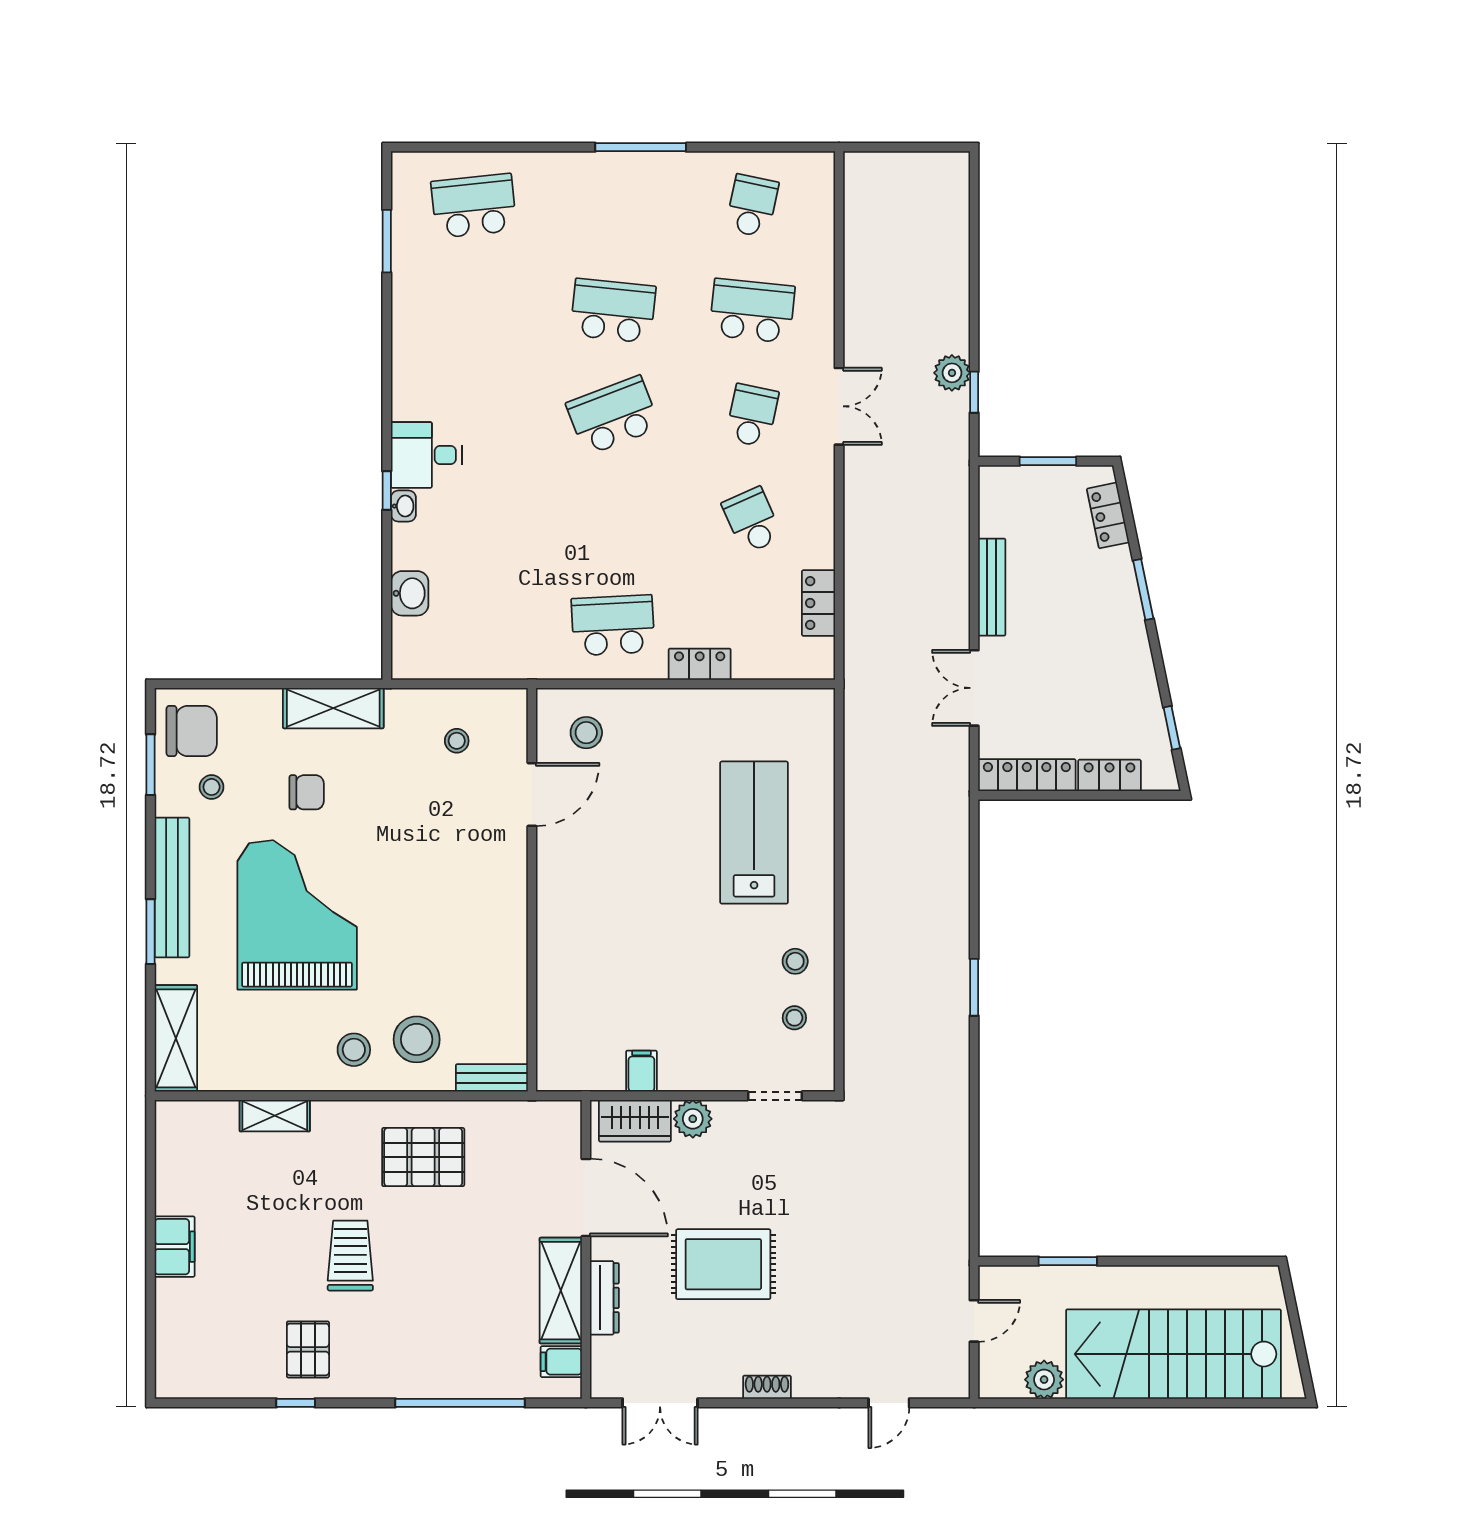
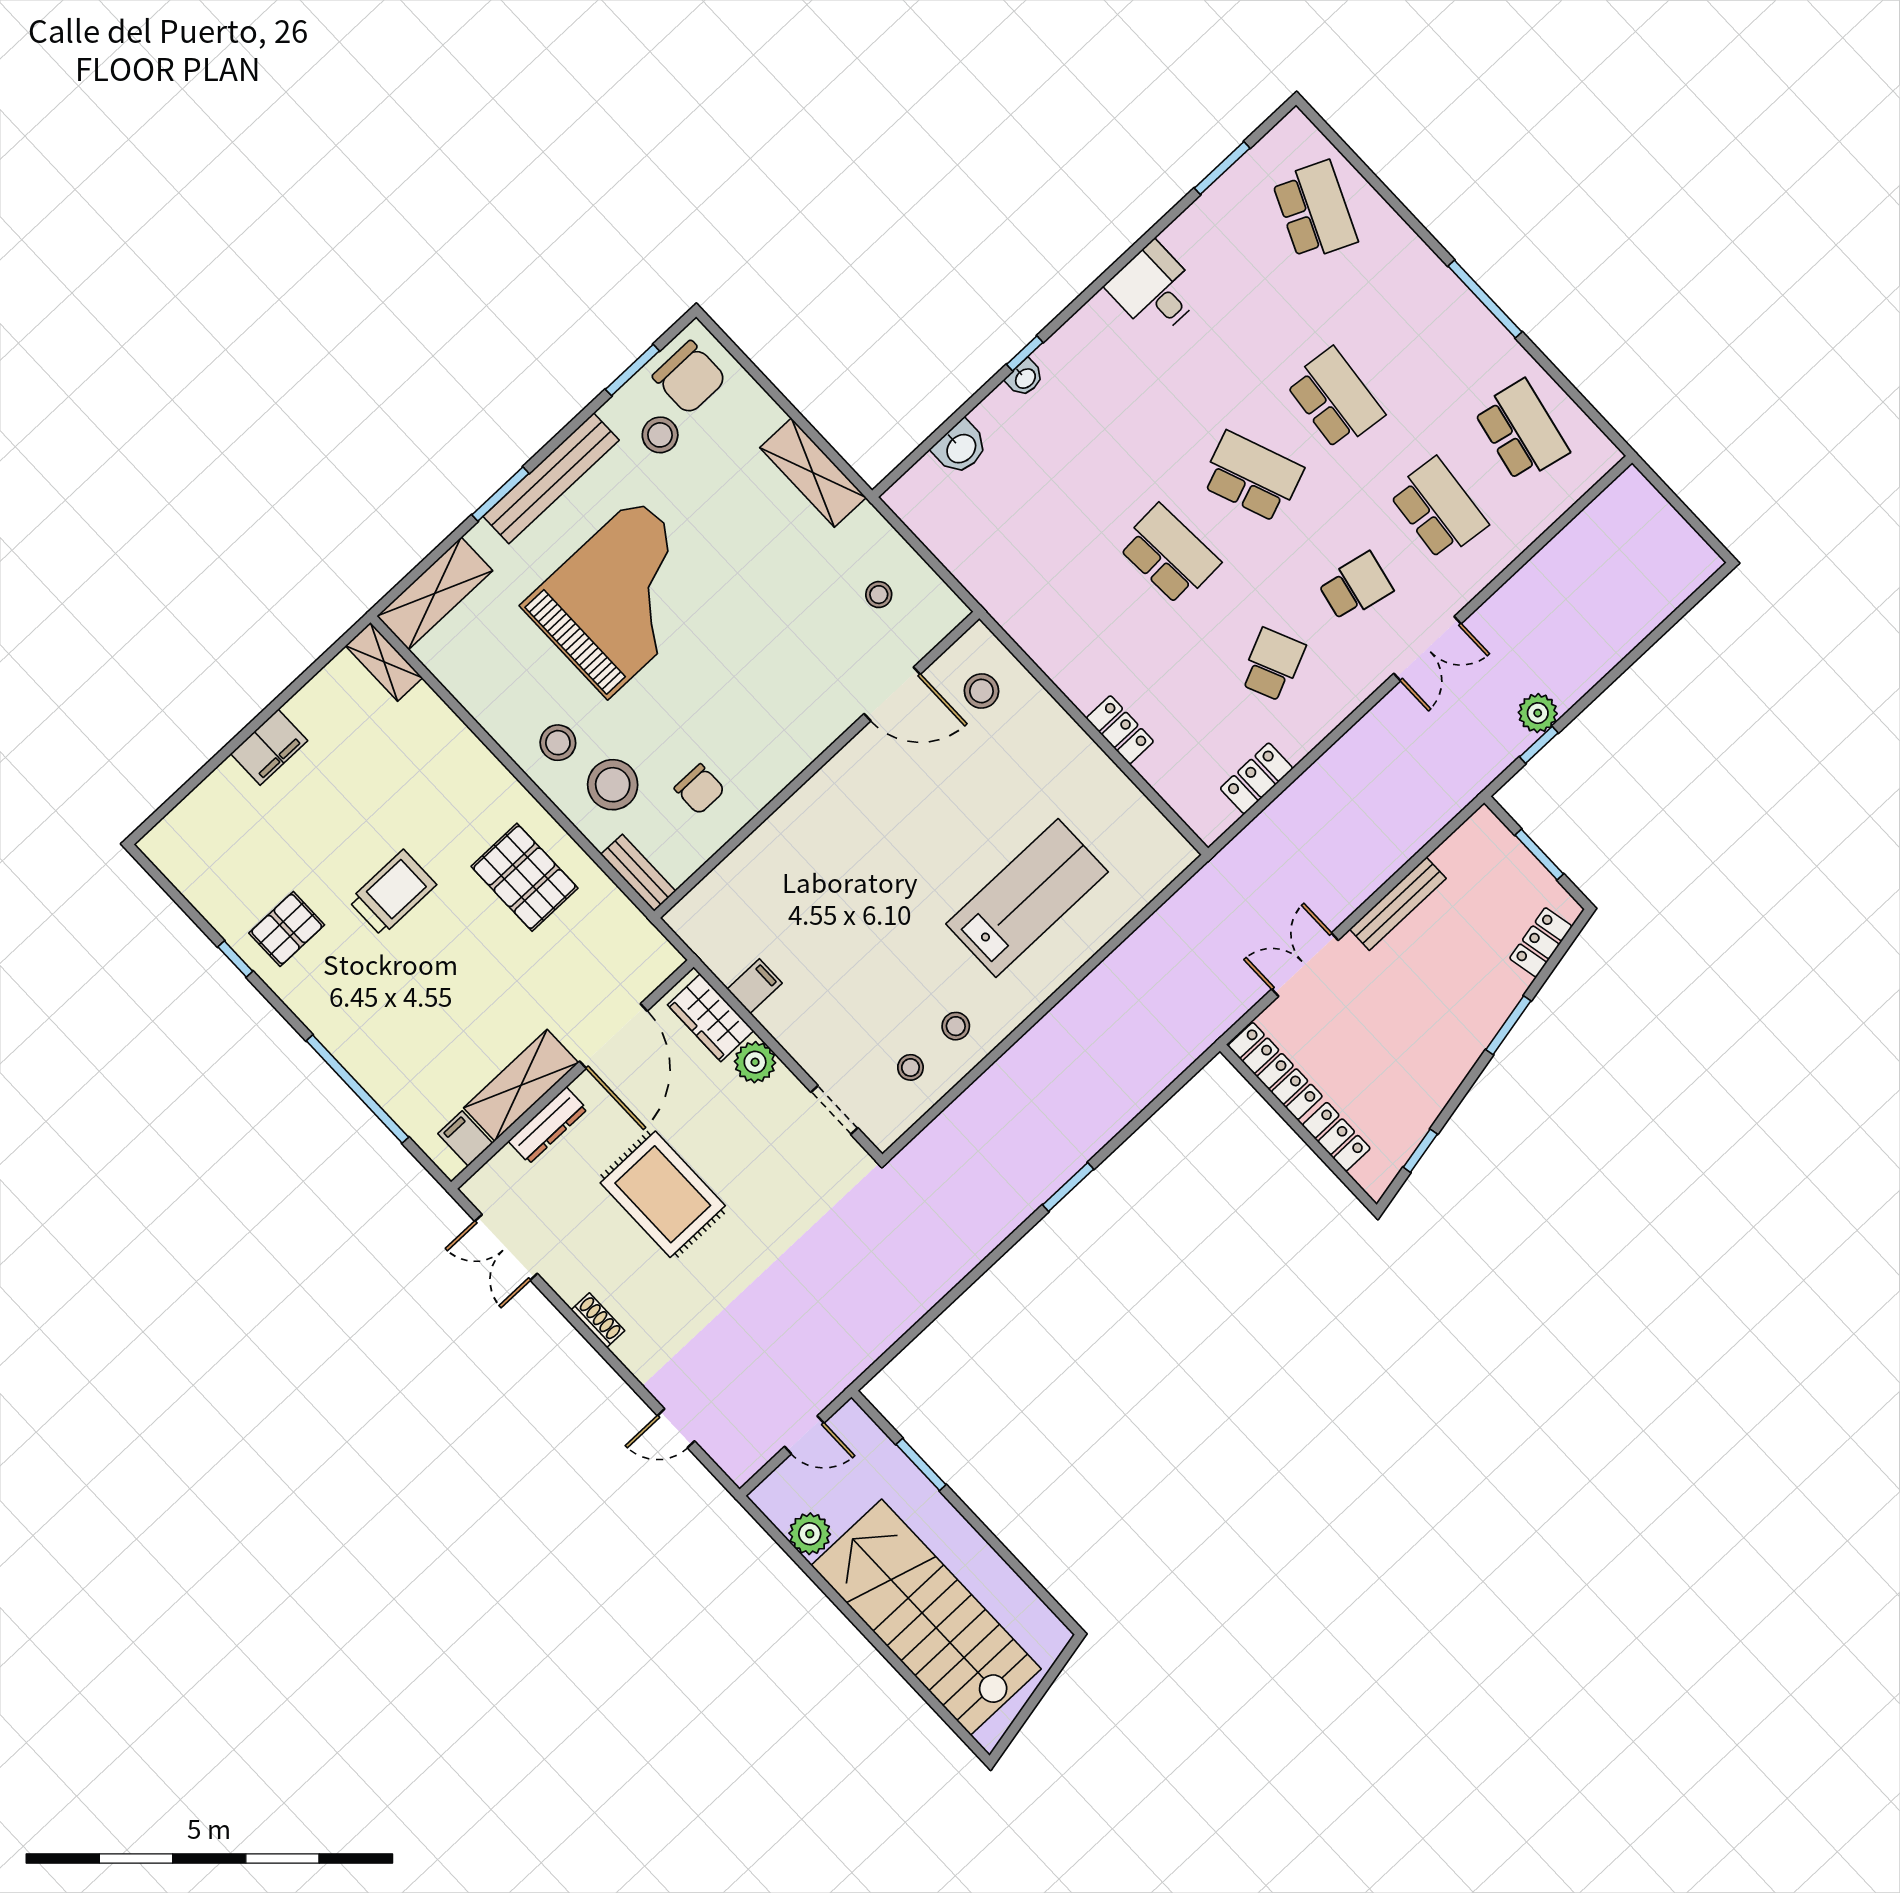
school desk: (474, 206) -> (1315, 211), turned 30
school desk: (752, 206) -> (1521, 431), width x1.85
desk: (426, 455) -> (1155, 290), moved
school desk: (613, 625) -> (1169, 554), moved
stool: (212, 787) -> (660, 435), width x1.37, depth x1.37
chair: (307, 792) -> (700, 789), moved
shelving: (275, 1116) -> (384, 662), moved

